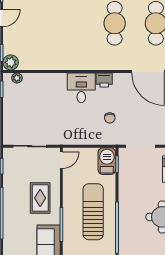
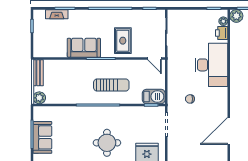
printer: (104, 80) -> (222, 33), moved
desk: (81, 88) -> (211, 65), width x1.87, depth x1.30
rug: (40, 198) -> (123, 41), turned 90
sun lounger: (93, 212) -> (111, 85), width x0.73, depth x0.75

